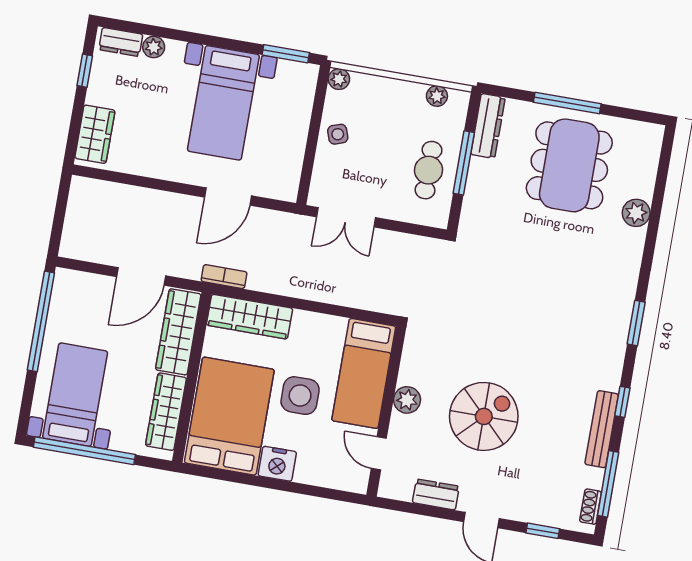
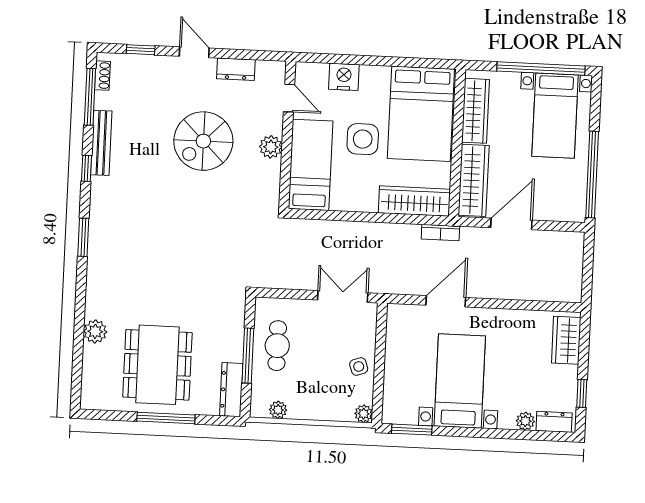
nightstand: (277, 464) -> (344, 77), moved

